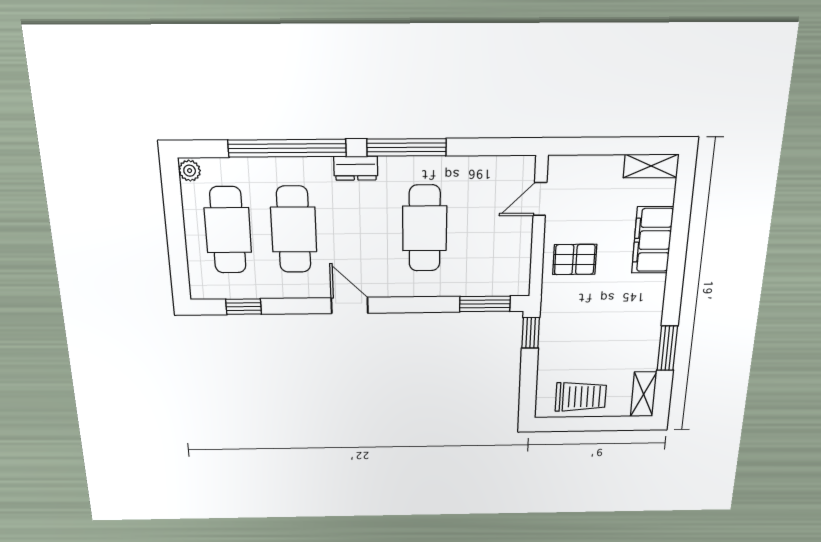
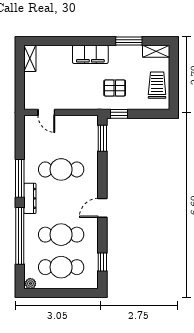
dresser: (356, 168) -> (30, 198), width x1.44
filing cabinet: (652, 240) -> (90, 54), moved
pallet: (575, 259) -> (115, 88), moved, turned 90

